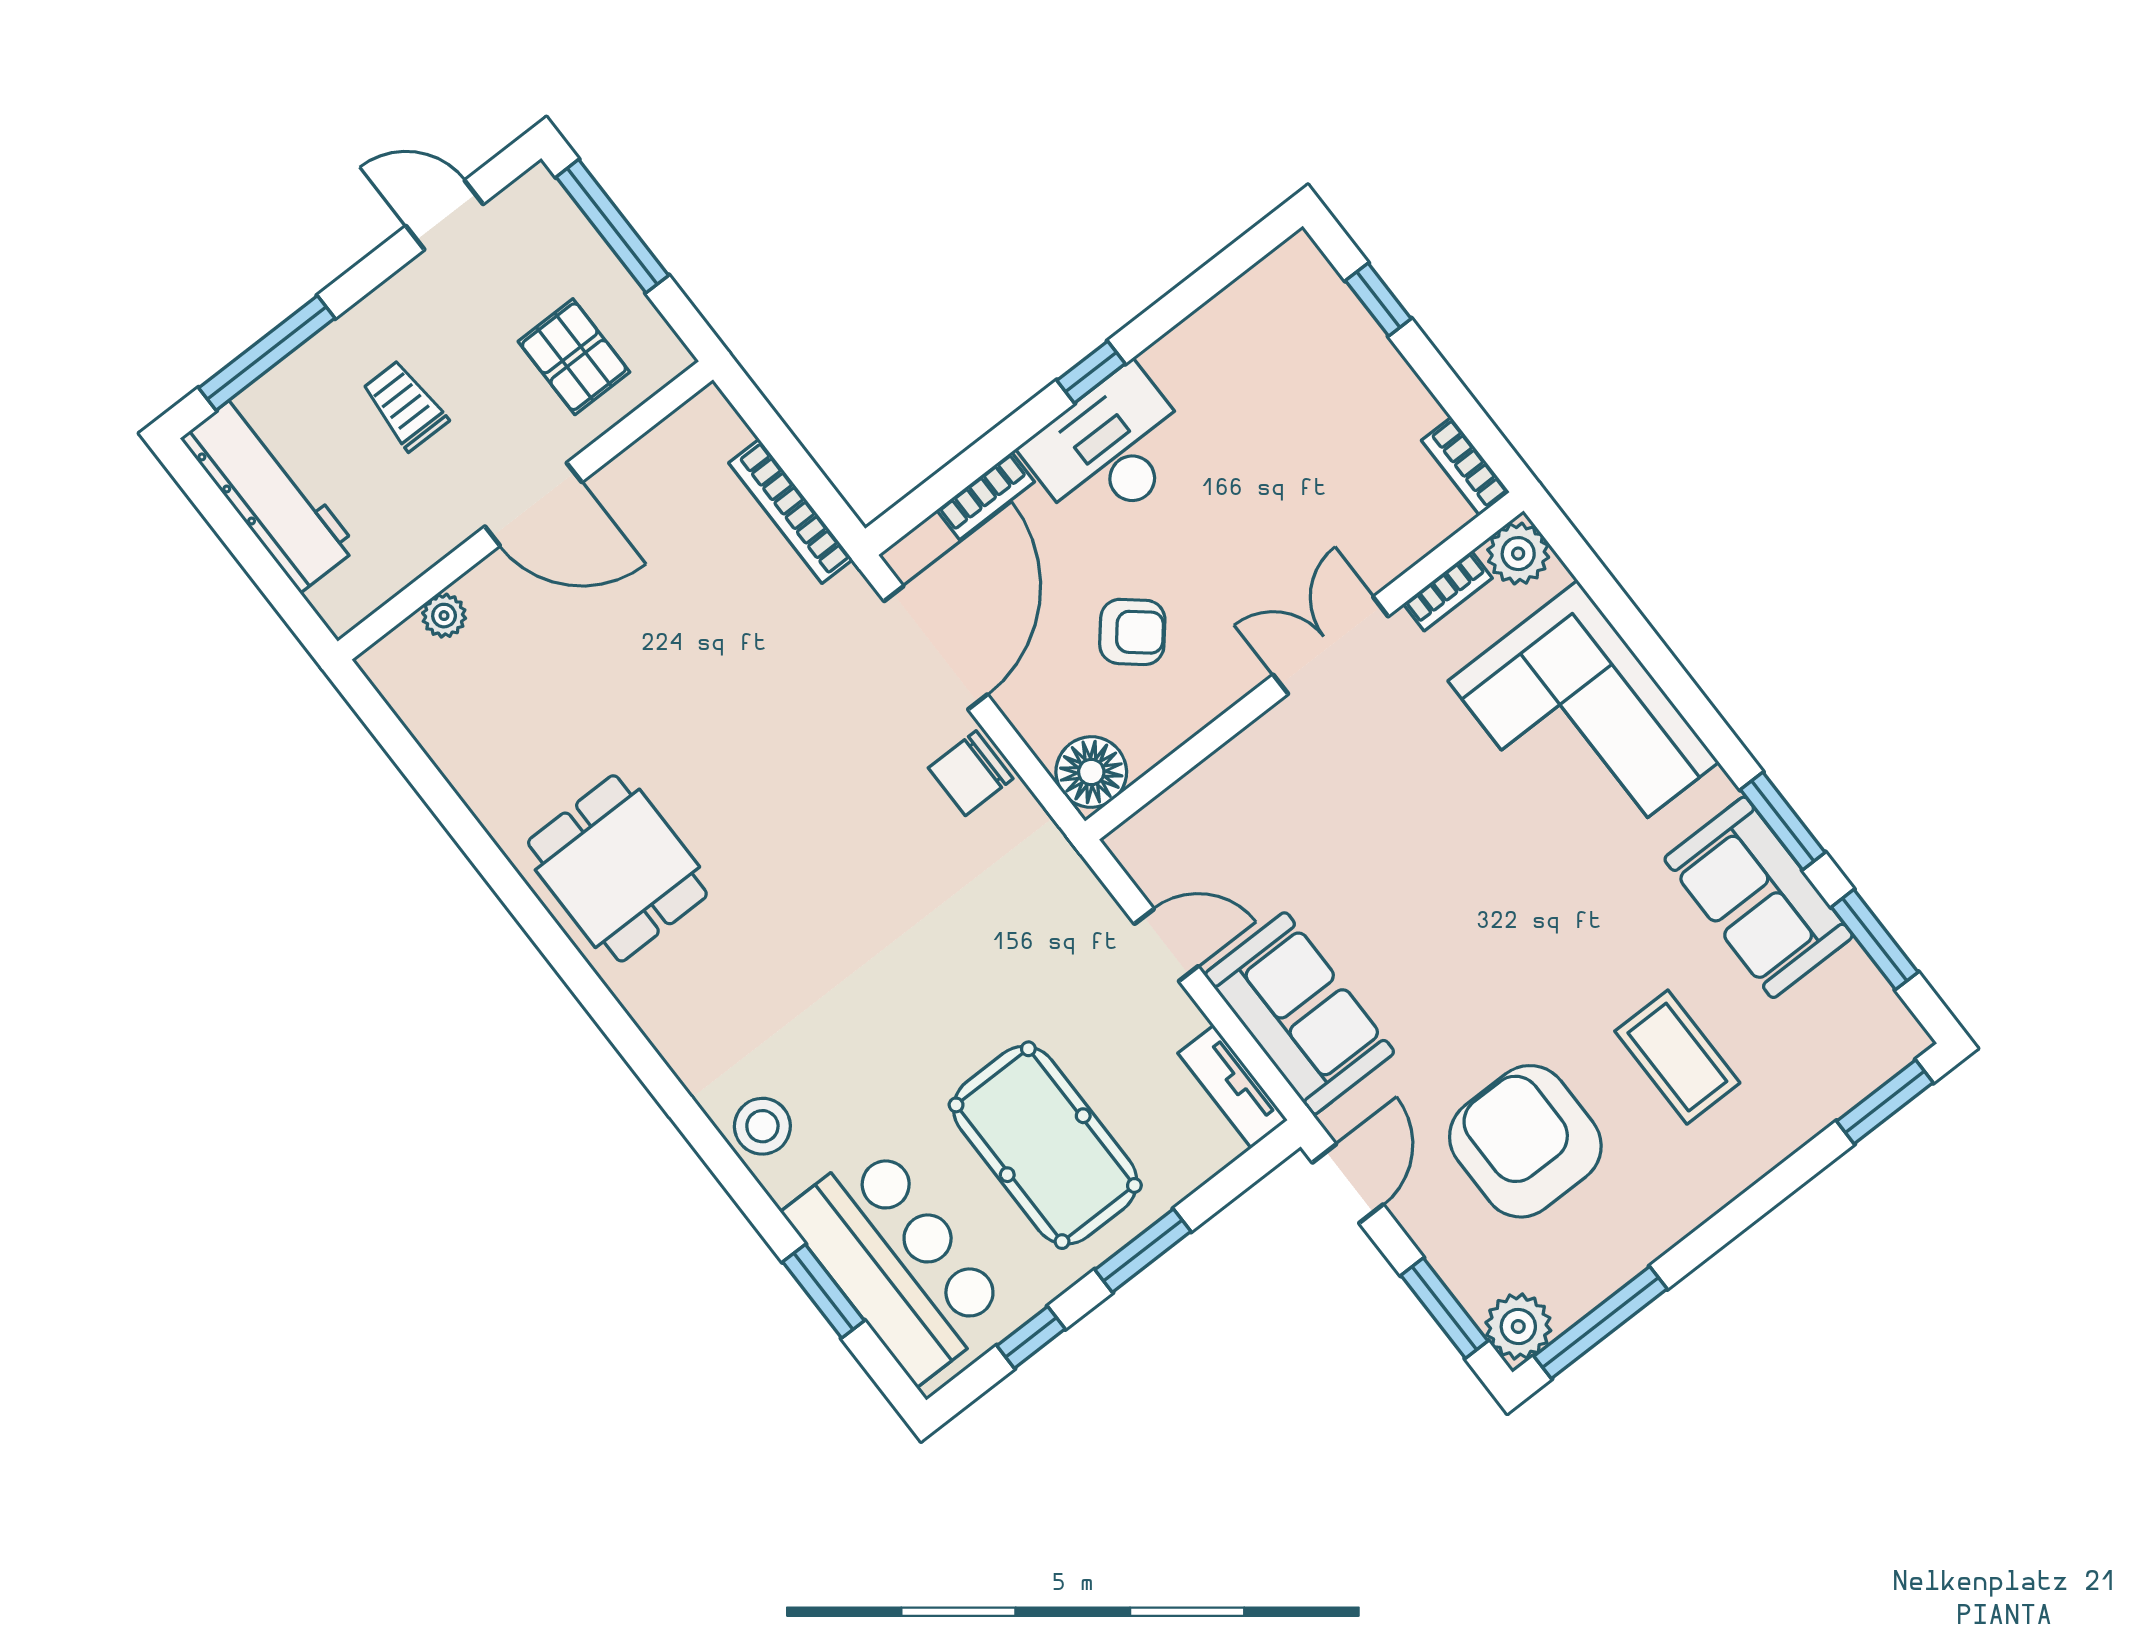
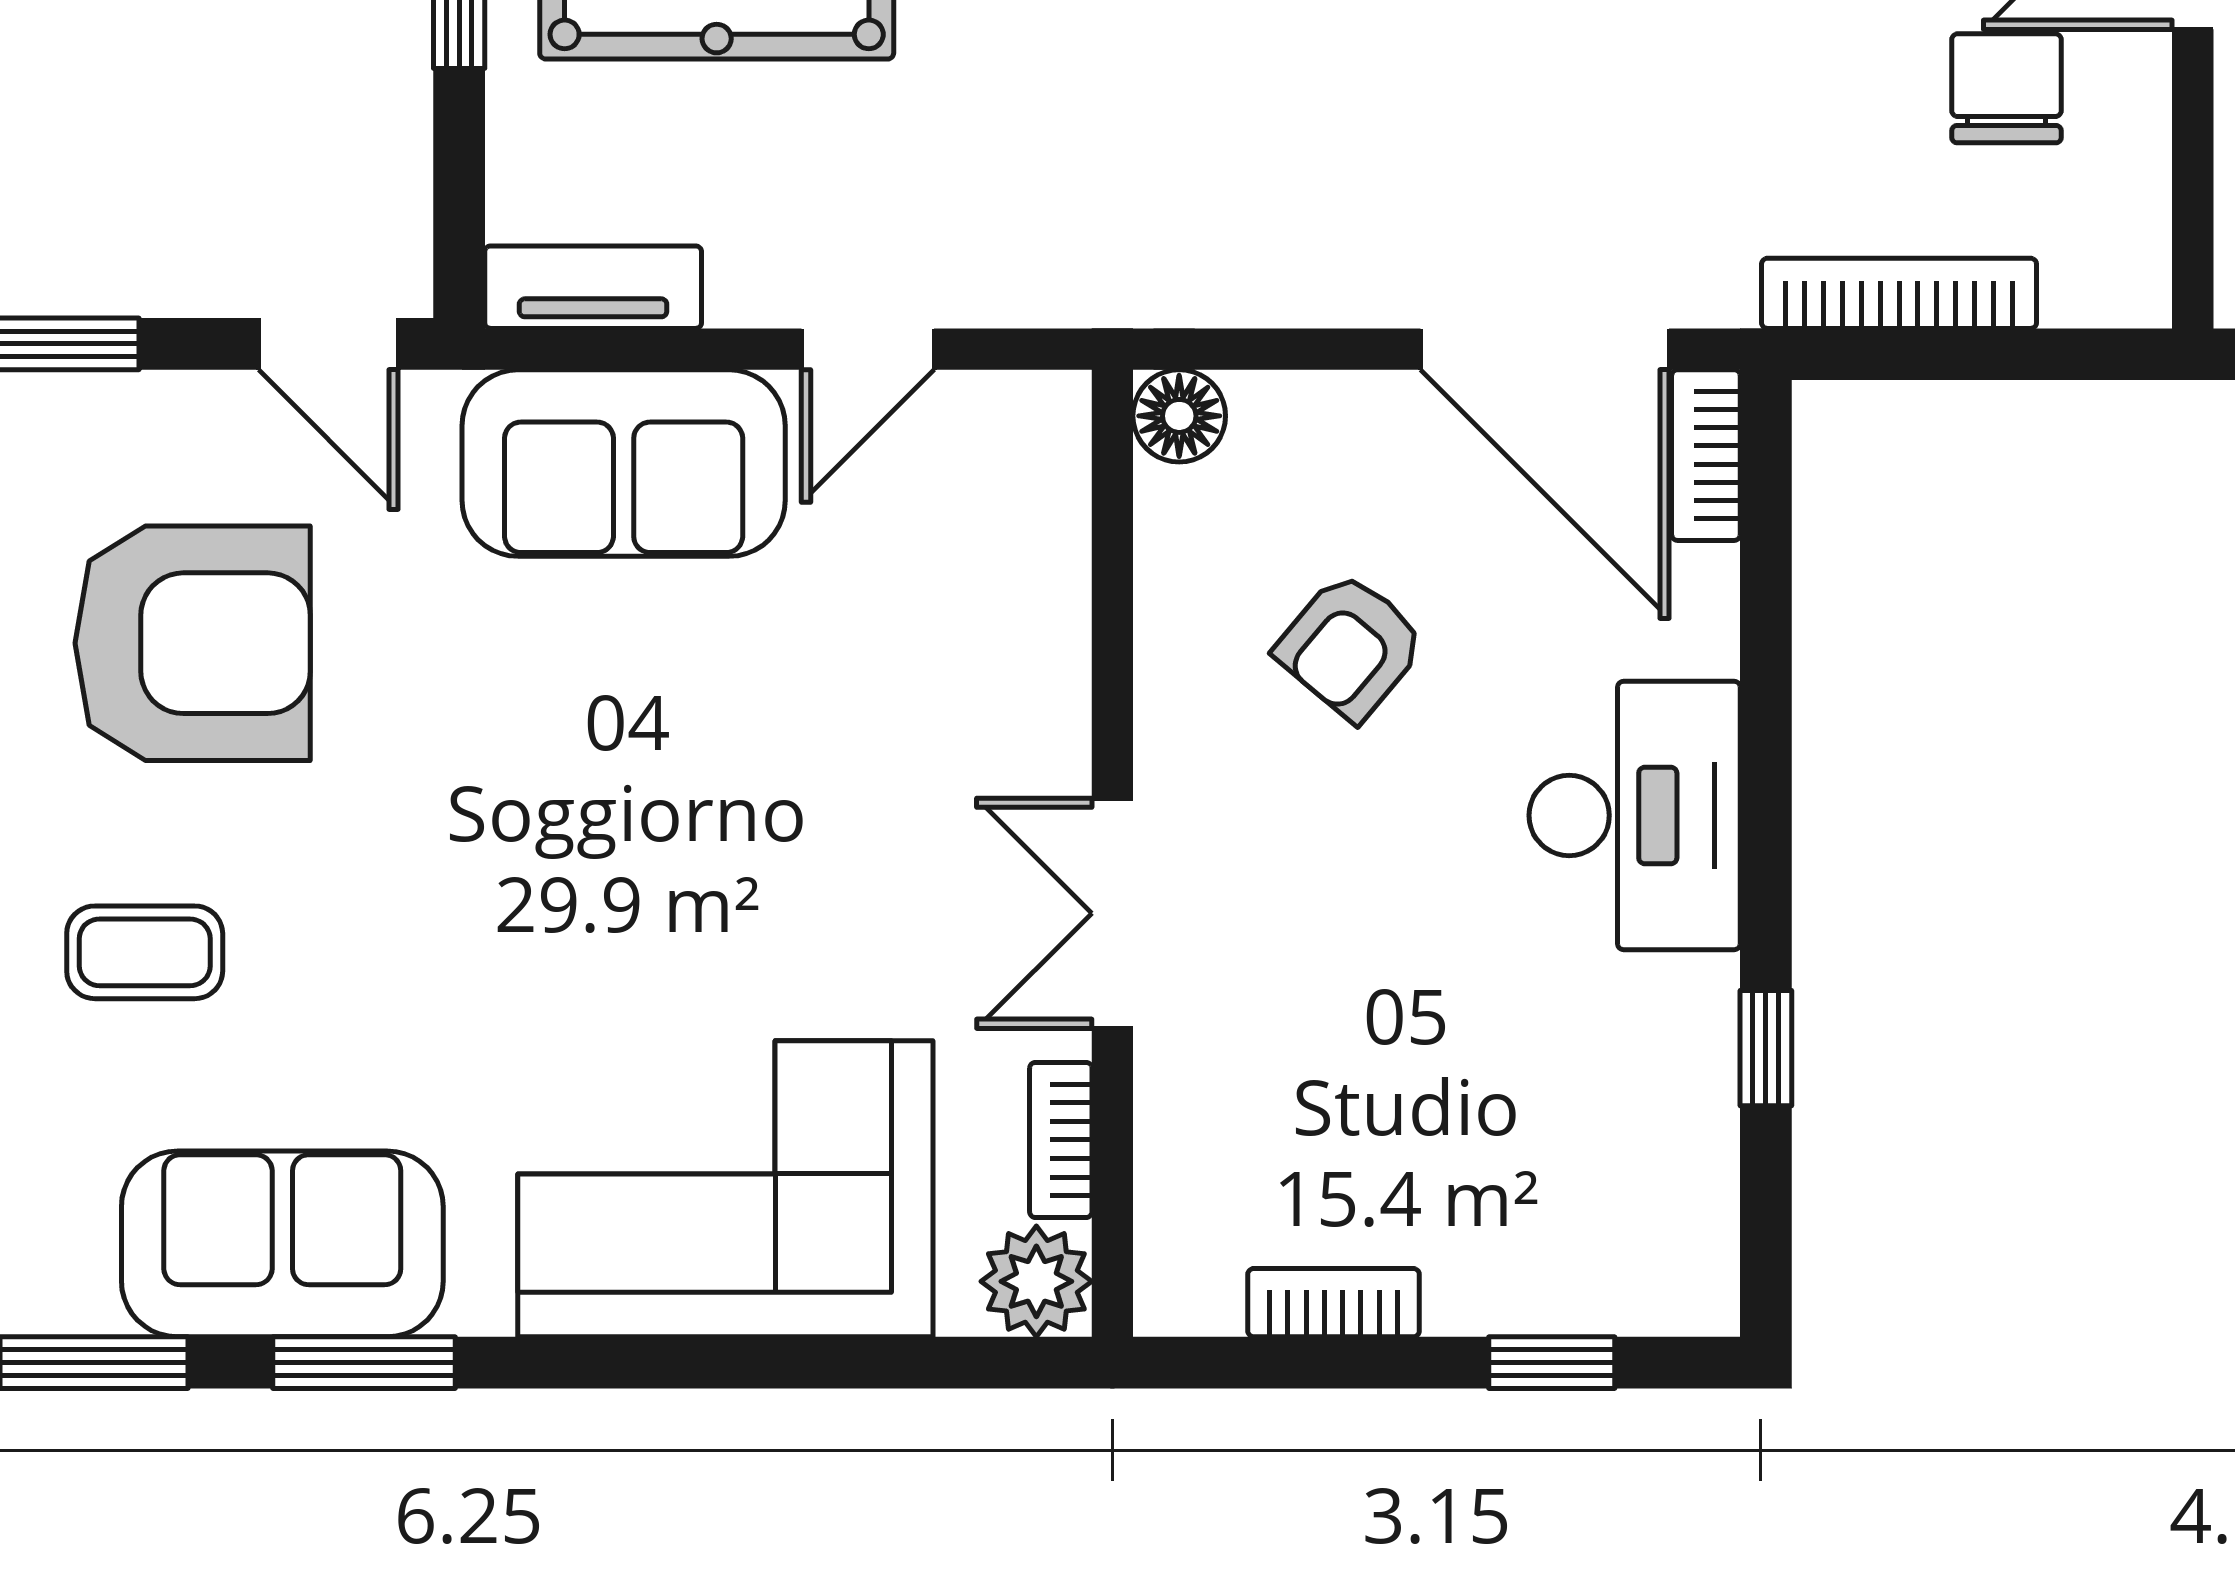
window: (1091, 372) -> (1766, 1048), moved
bookcase: (1465, 466) -> (1334, 1303), moved
bookcase: (986, 496) -> (1706, 455), moved
double door: (1331, 645) -> (1112, 913), swing flipped
floor lamp: (1091, 772) -> (1179, 416), width x0.73, depth x0.73
chair: (971, 773) -> (2006, 88), moved
coffee table: (1677, 1057) -> (145, 952), width x0.73, depth x0.77

